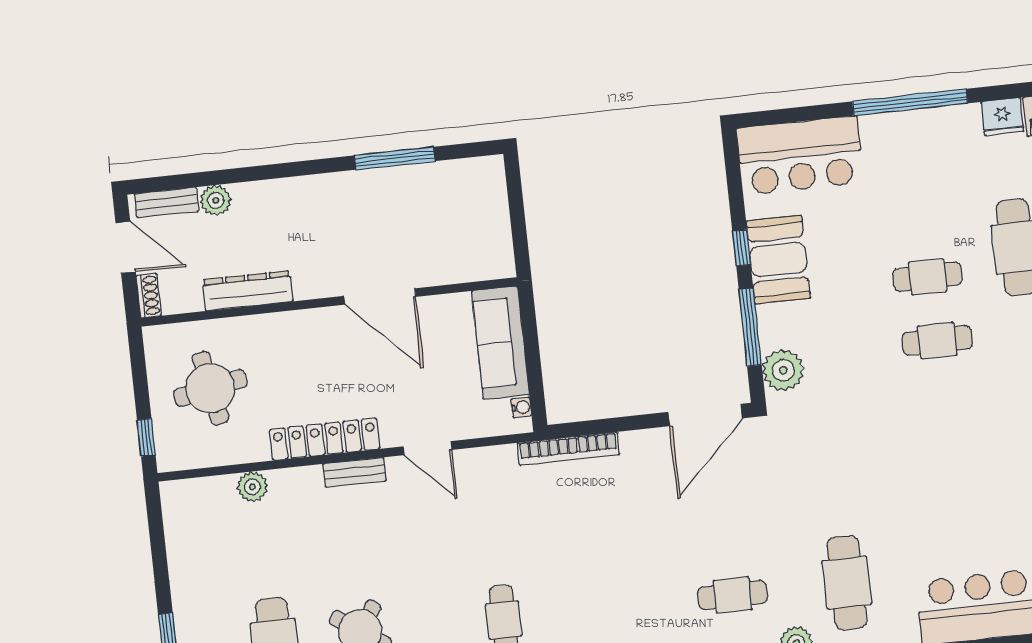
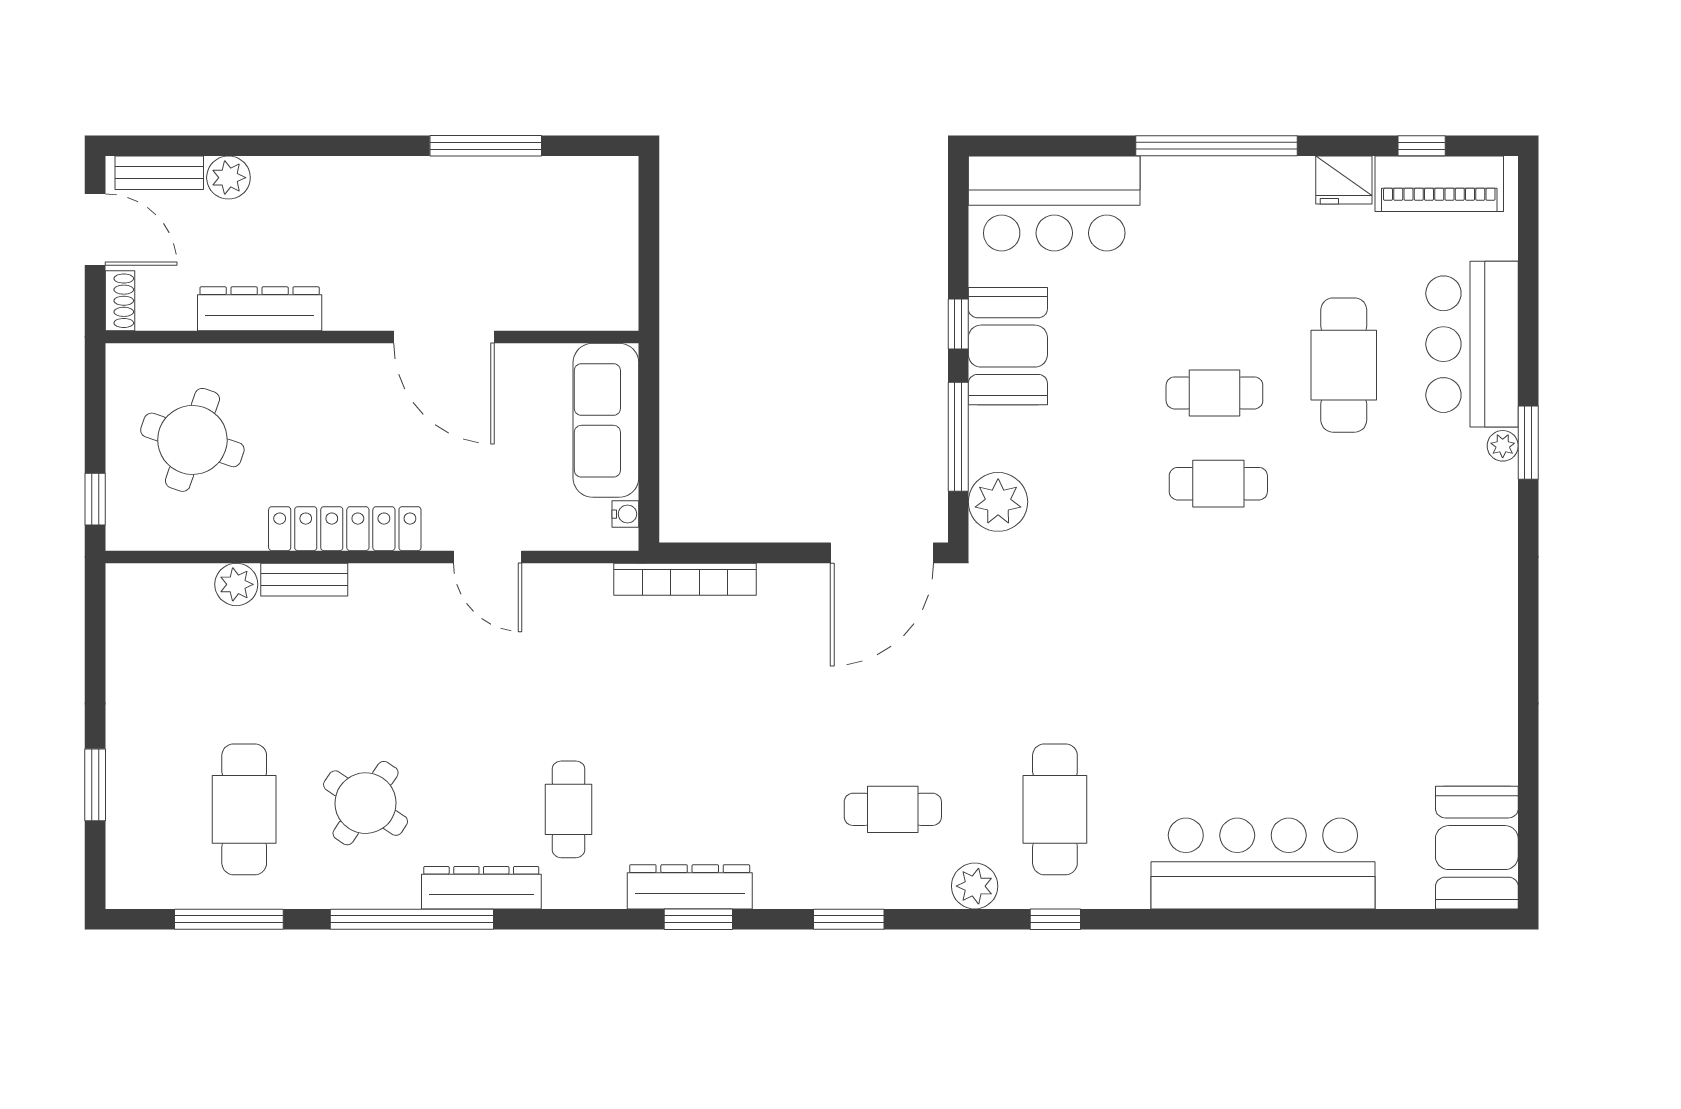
round table: (210, 388) -> (192, 440), turned 30
bench: (355, 472) -> (304, 580), moved

